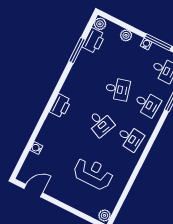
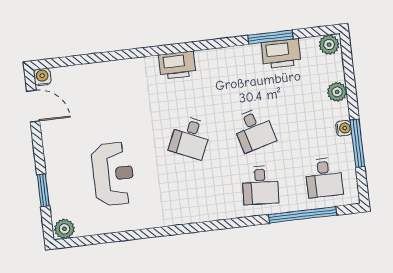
printer: (94, 41) -> (281, 54), moved
desk: (130, 138) -> (197, 193), removed
water cooler: (36, 148) -> (42, 77), moved
window: (78, 213) -> (43, 190), added

